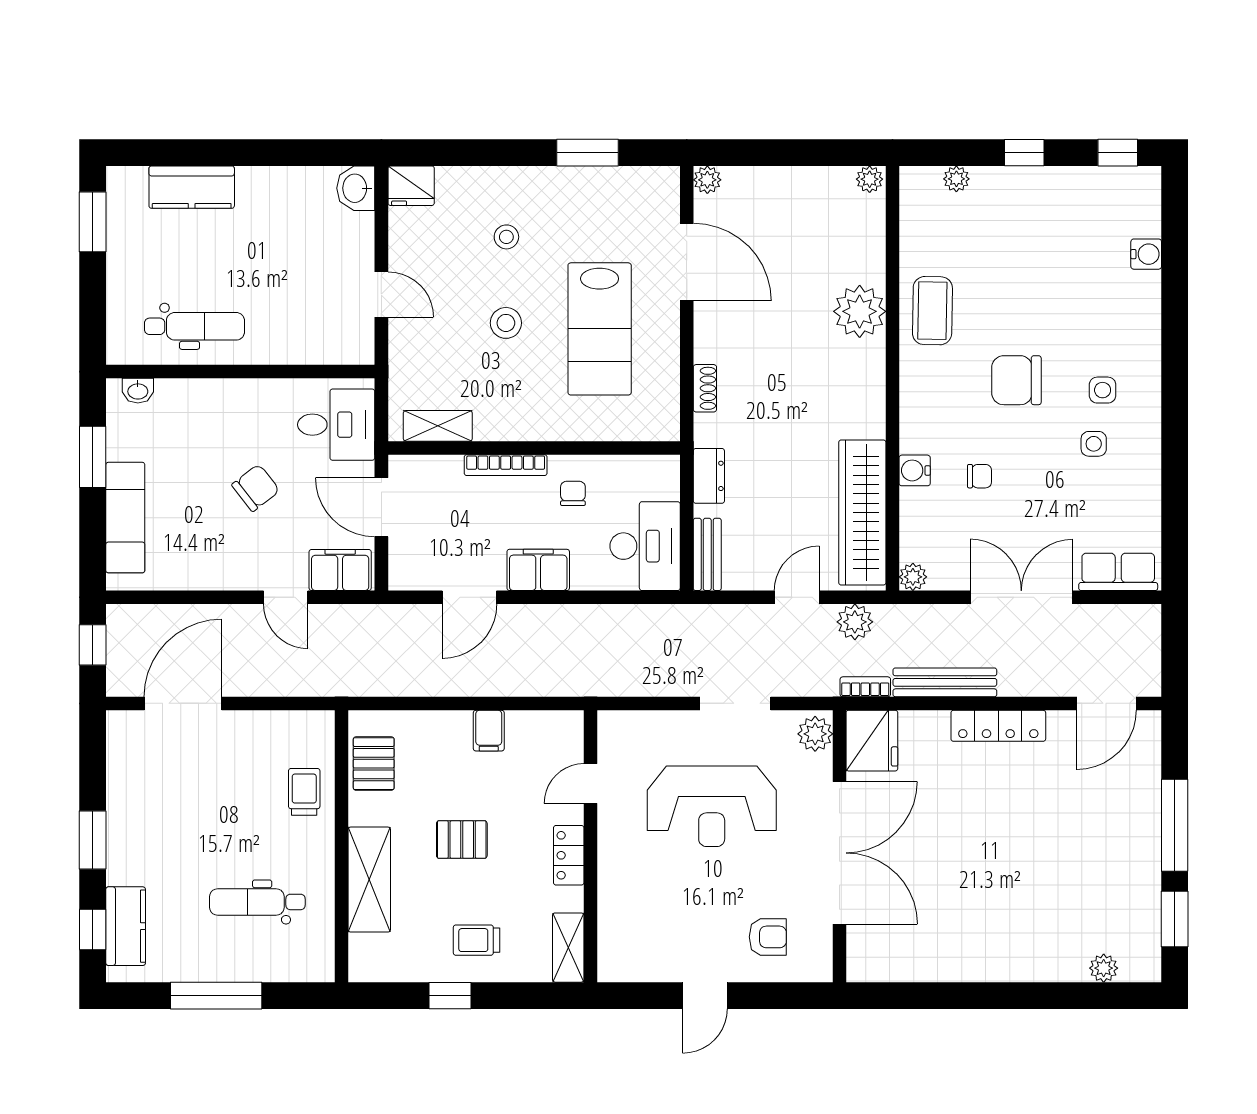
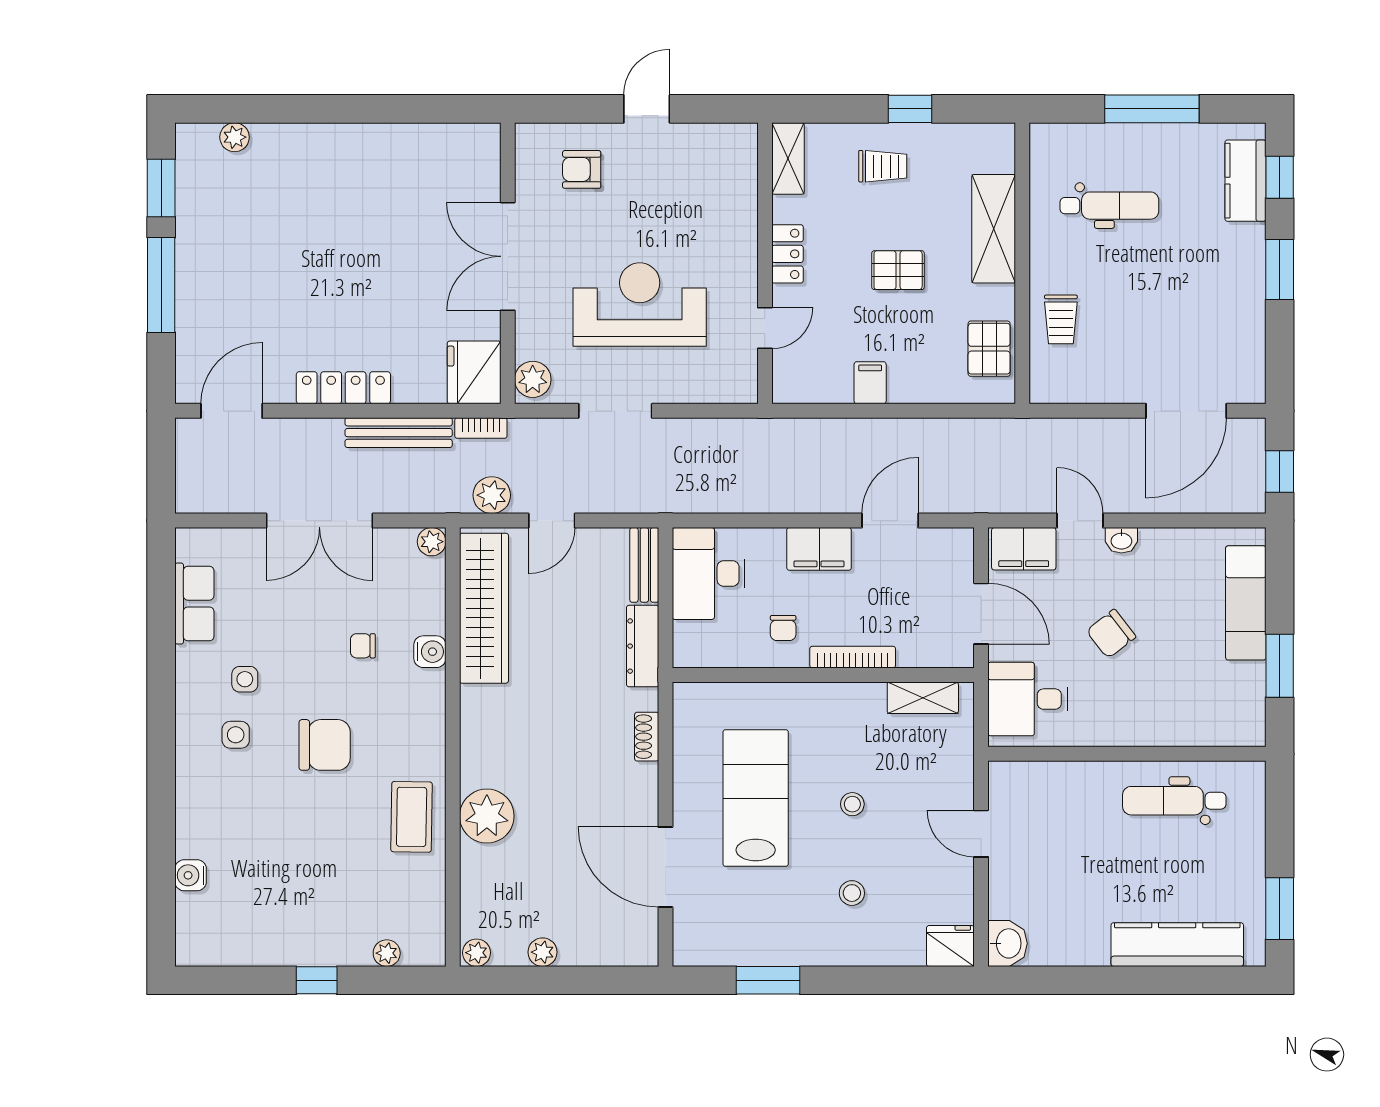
window: (1118, 153) -> (220, 980), removed
plant: (707, 180) -> (543, 952), moved
kitchen counter: (192, 187) -> (1177, 945), width x1.50
stool: (506, 323) -> (852, 804), width x0.73, depth x0.73
washbasin: (138, 391) -> (1121, 540), moved, turned 180
dresser: (709, 476) -> (643, 646), width x1.44
row of seats: (1118, 572) -> (194, 604), moved, turned -90
double door: (839, 853) -> (508, 256), width x0.73

